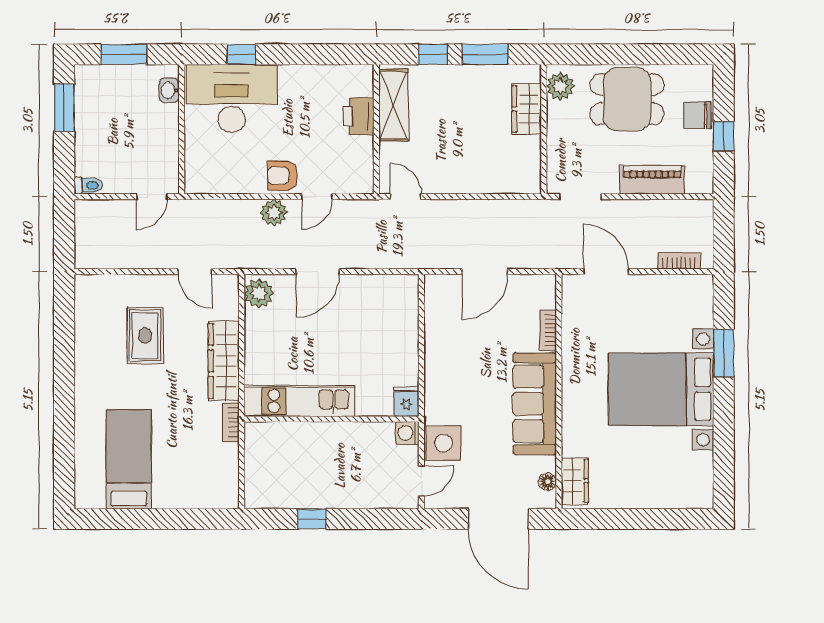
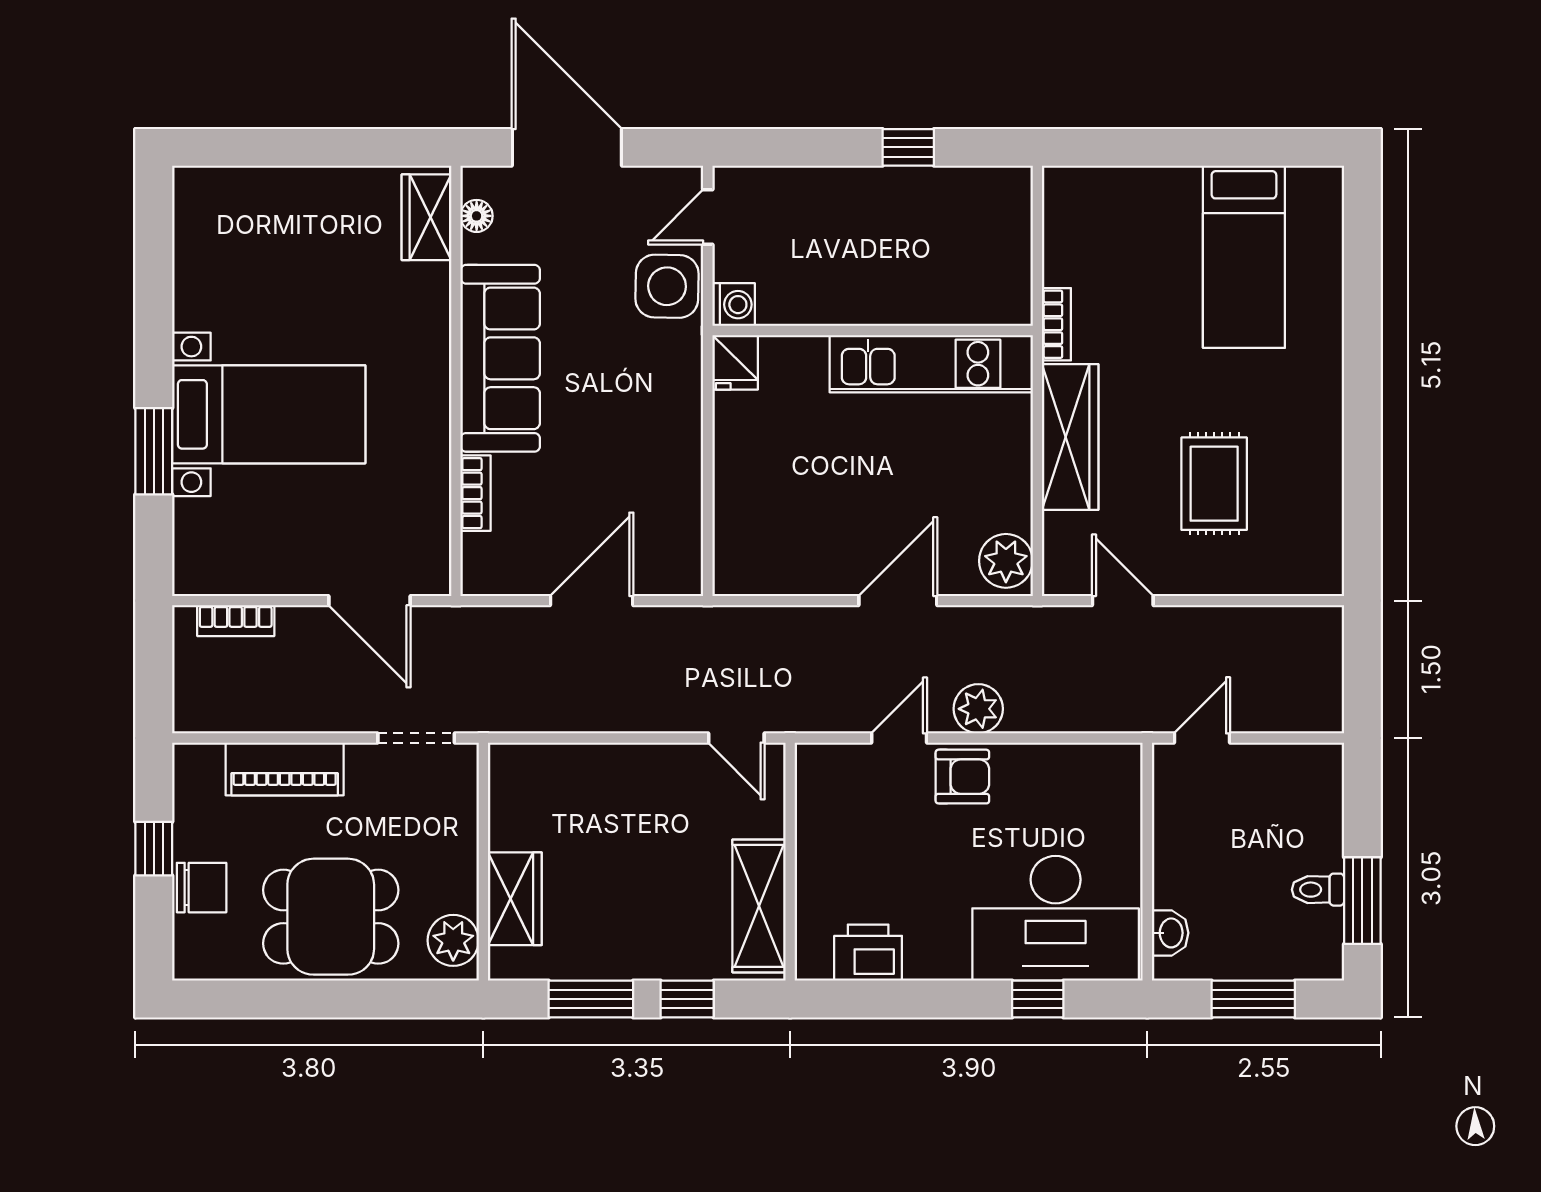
printer: (359, 116) -> (868, 953), moved, turned -90
toilet: (88, 185) -> (1318, 890), moved
bed with nightstands: (661, 389) -> (269, 414), width x0.73

